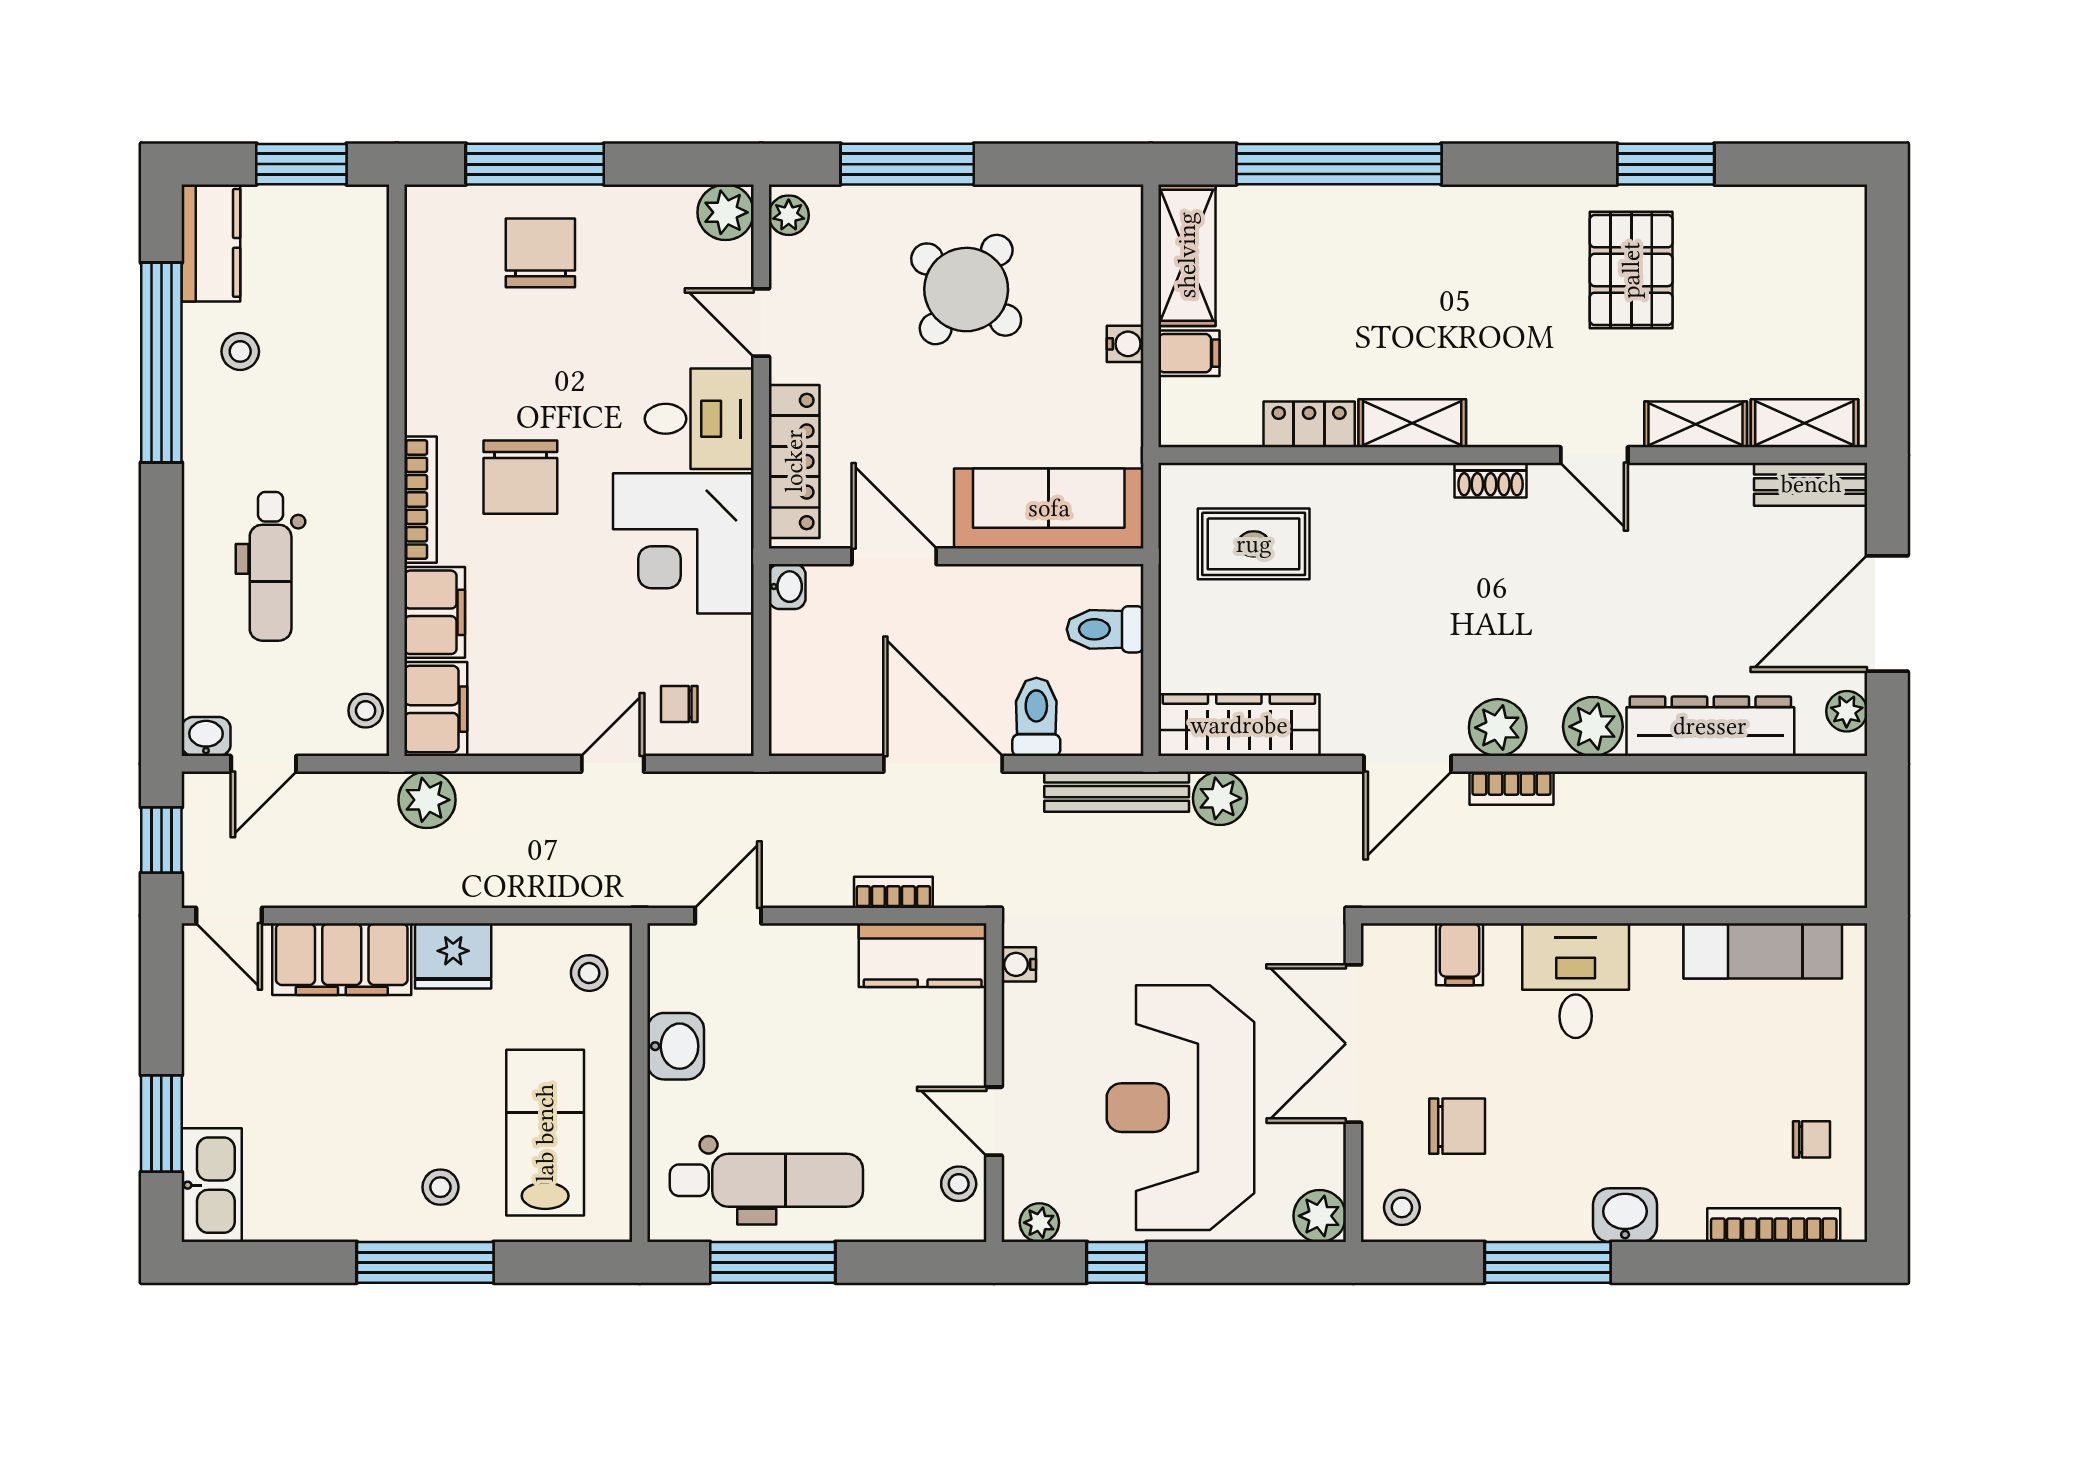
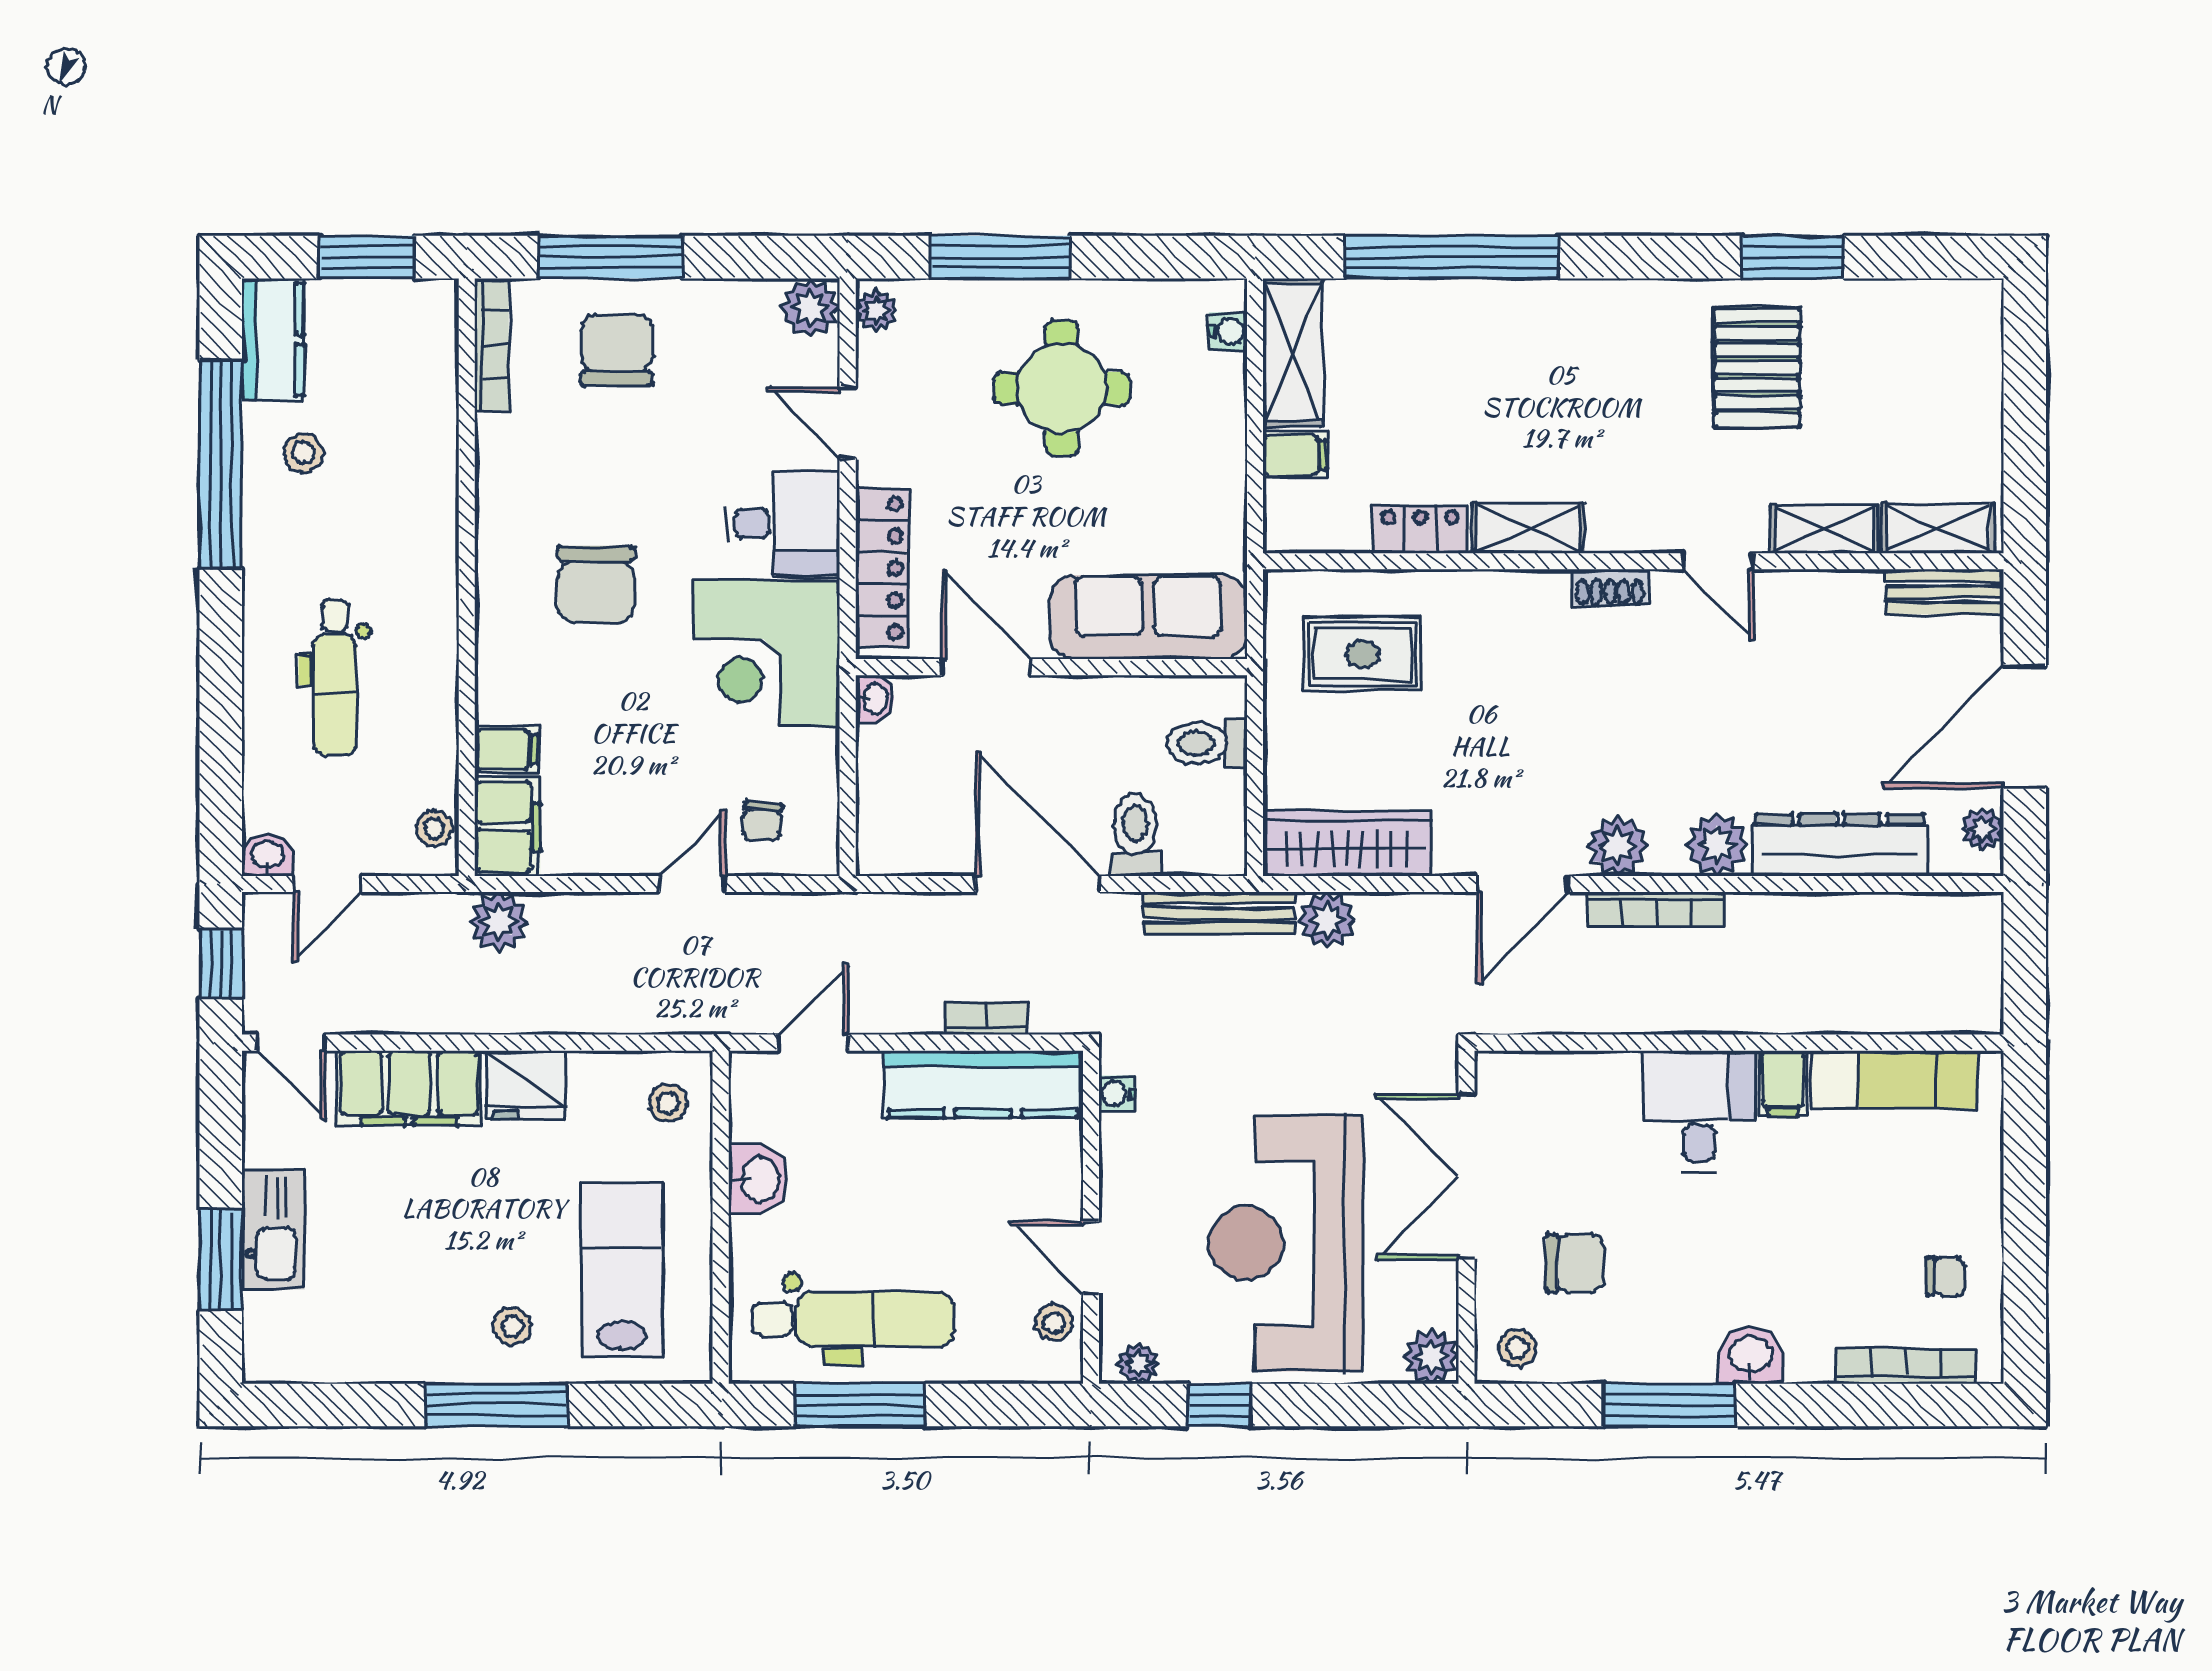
round table: (966, 290) -> (1062, 388), turned -38
water cooler: (1125, 344) -> (1228, 331), moved
bookcase: (421, 500) -> (492, 344), moved
filing cabinet: (435, 612) -> (506, 749), width x0.50
chair: (679, 704) -> (762, 821), turned -85
bookcase: (1511, 788) -> (1656, 909), width x1.56
filing cabinet: (1460, 954) -> (1783, 1083), moved
kitchen counter: (923, 955) -> (983, 1084), width x1.50
kitchen sink: (212, 1185) -> (273, 1230), moved

